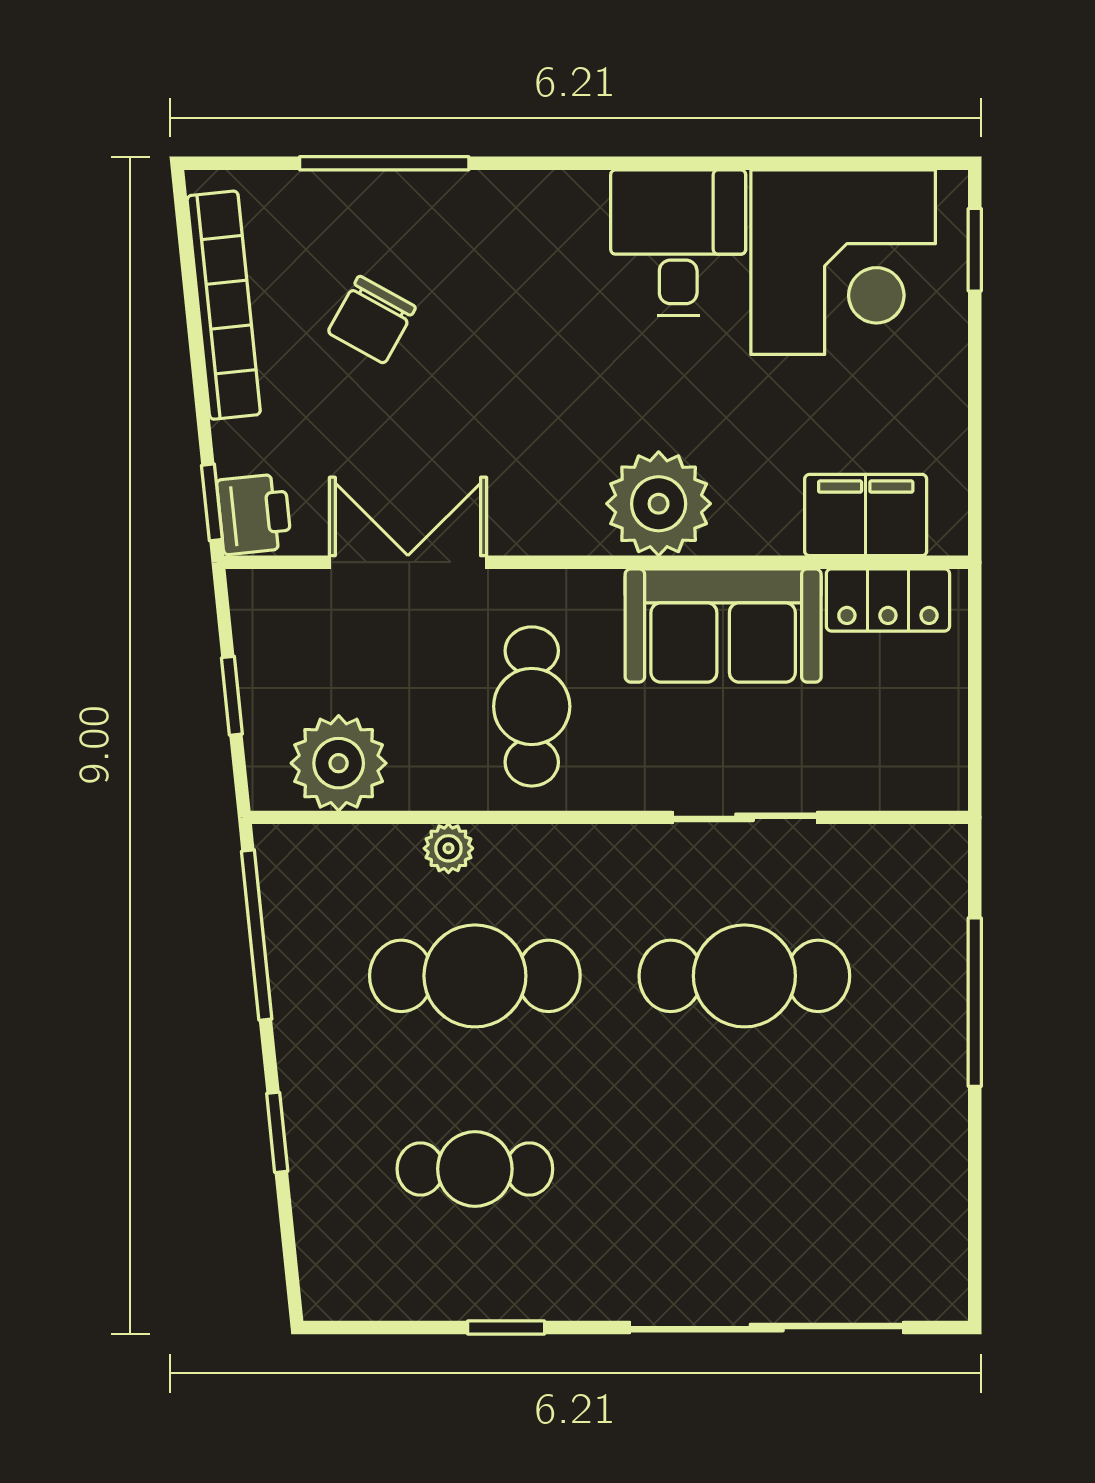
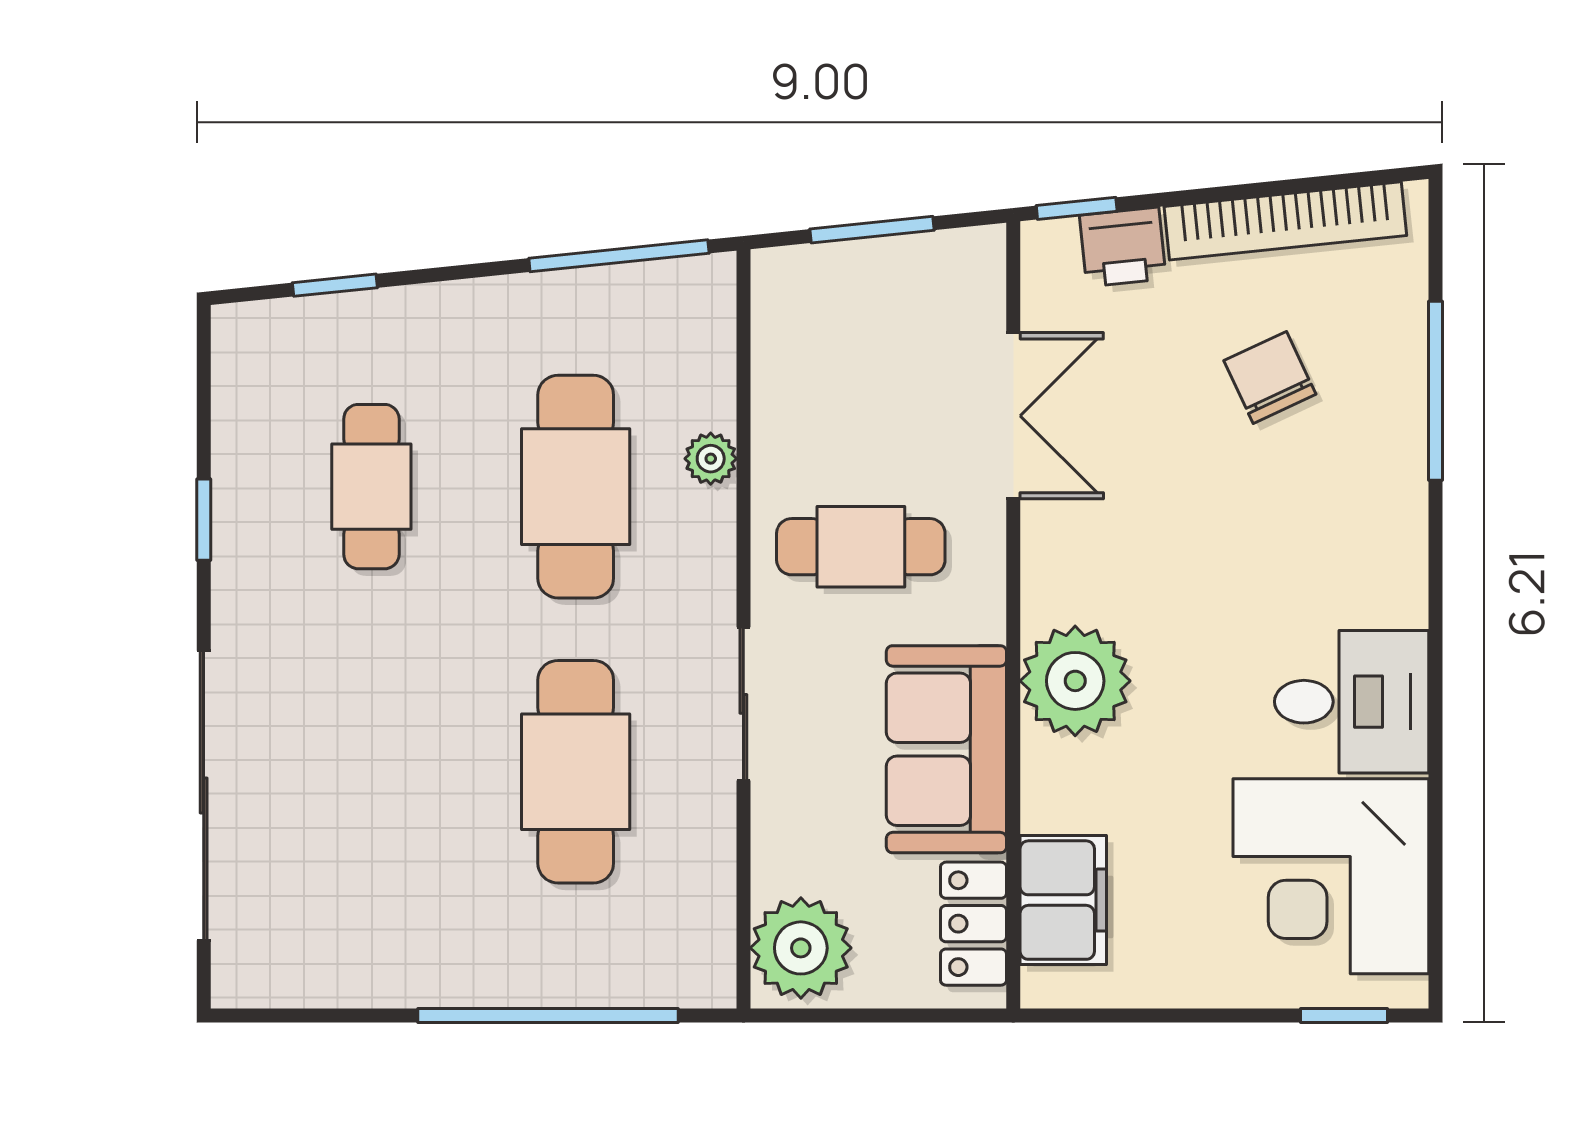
chair: (372, 320) -> (1270, 377), turned 36
printer: (254, 514) -> (1123, 247), moved
window: (232, 696) -> (872, 230), width x1.50
plant: (339, 763) -> (801, 948), moved
sliding door: (745, 817) -> (743, 704), moved
window: (975, 1002) -> (548, 1015), width x1.46
window: (277, 1132) -> (335, 285), moved

